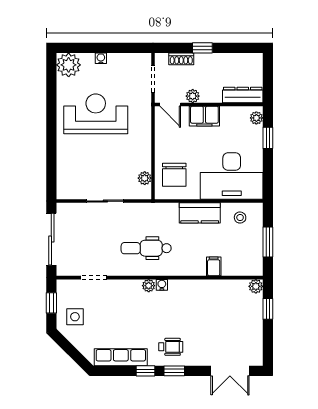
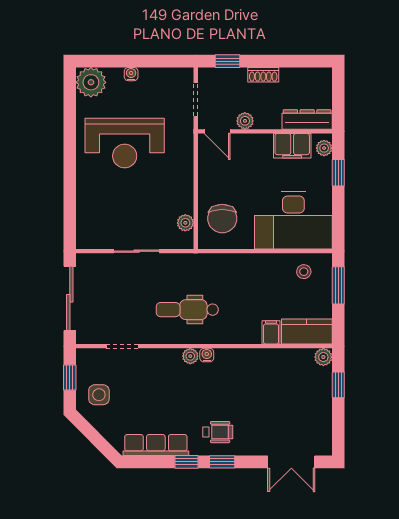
window: (202, 48) -> (228, 61), moved
shoe rack: (181, 59) -> (263, 75), moved
reception desk: (96, 114) -> (125, 143), turned 180
filing cabinet: (204, 116) -> (292, 146), moved
kitchen counter: (200, 213) -> (307, 331), moved, turned 180
window: (268, 242) -> (338, 285), moved

